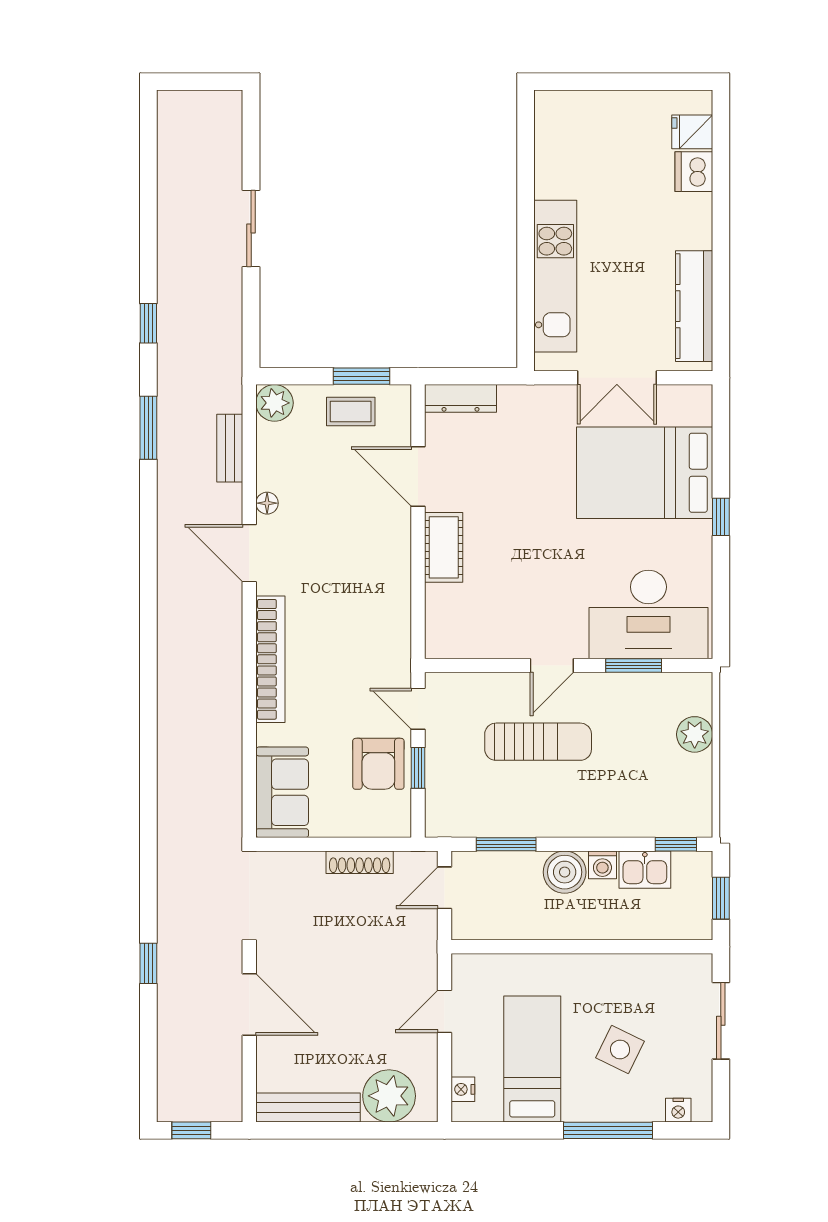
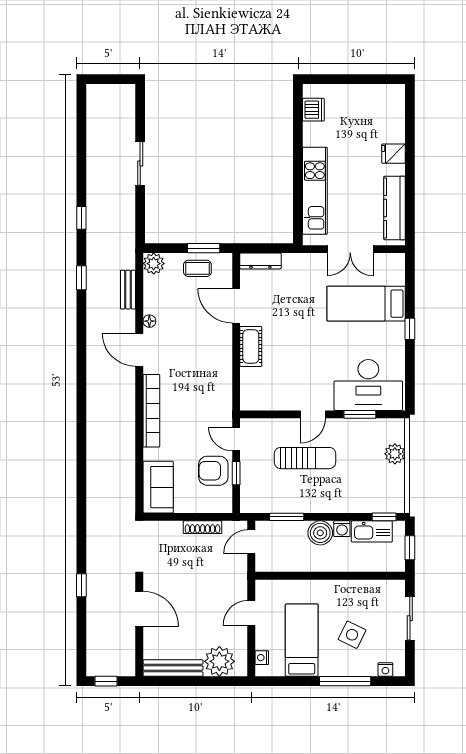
fridge: (692, 132) -> (393, 154), moved
dishwasher: (694, 172) -> (313, 110), moved, turned 180
window: (148, 428) -> (81, 278), width x0.67
bed: (645, 473) -> (366, 304), width x0.67
armchair: (378, 764) -> (213, 471), turned 90
kitchen sink: (645, 870) -> (372, 531), width x1.38

